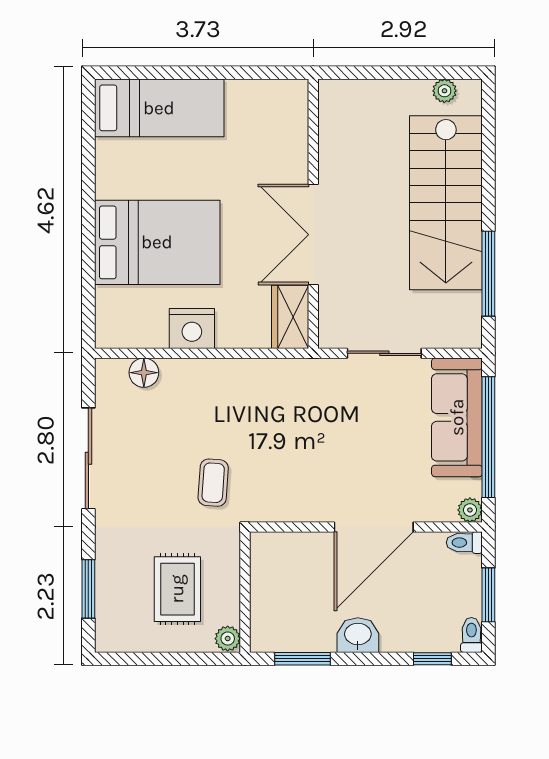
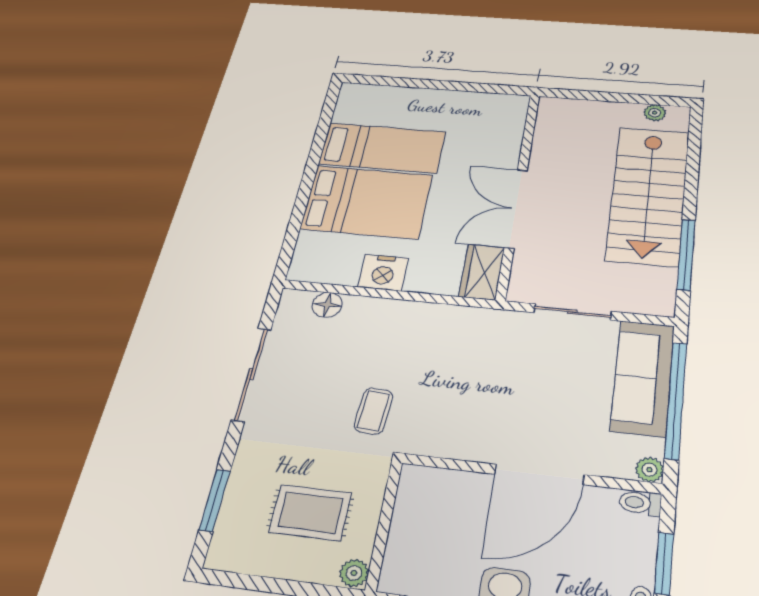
bed: (159, 108) -> (382, 148), moved
rug: (177, 589) -> (310, 513), turned 90

